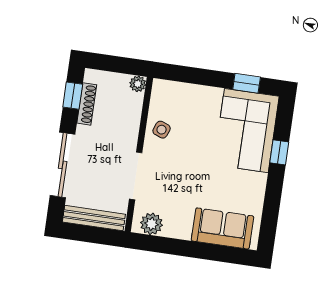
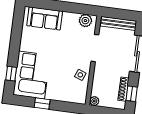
window: (247, 83) -> (42, 103), moved
window: (279, 152) -> (11, 74), moved

